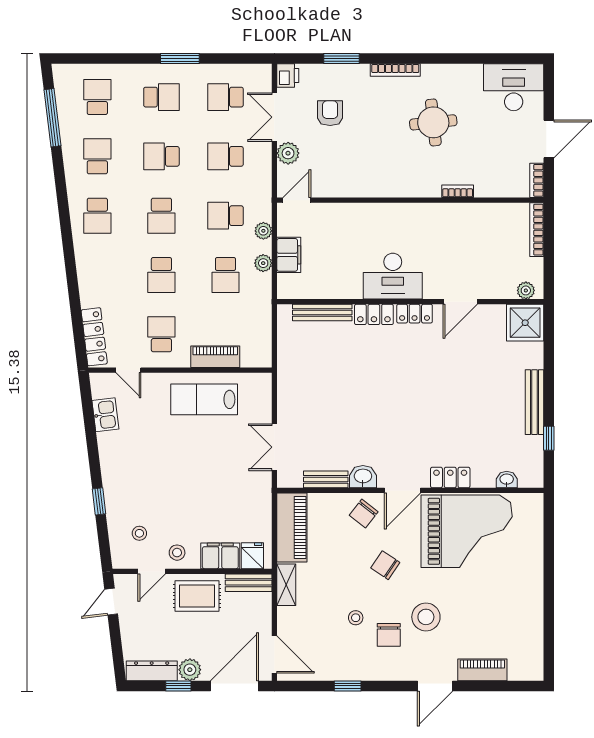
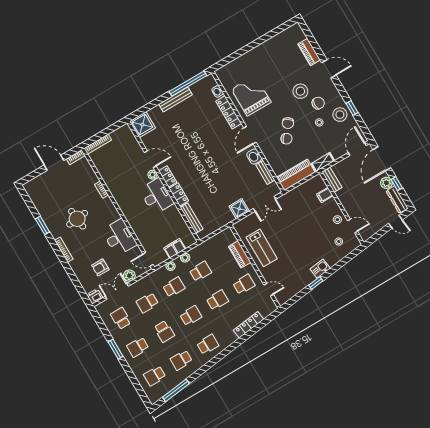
window: (342, 58) -> (42, 225), moved
desk: (514, 87) -> (119, 237), moved, turned 180
school desk: (161, 97) -> (138, 347), turned -90
school desk: (225, 97) -> (121, 318), turned 180
double door: (274, 117) -> (117, 291), swing flipped
school desk: (225, 156) -> (147, 303), turned 90
school desk: (225, 216) -> (174, 287), turned -90
plant: (526, 290) -> (153, 175), moved
school desk: (161, 334) -> (244, 284), turned 180
locker: (94, 337) -> (249, 325), moved
door: (128, 370) -> (269, 290), hinge flipped
shower: (291, 400) -> (239, 209), added
kitchen sink: (105, 415) -> (320, 269), moved
window: (549, 438) -> (188, 84), width x3.17
locker: (450, 478) -> (229, 112), width x1.53
door: (403, 490) -> (250, 135), swing flipped
window: (99, 501) -> (316, 283), moved
chair: (364, 513) -> (287, 139), moved
grand piano: (467, 531) -> (251, 96), width x0.73, depth x0.68
filing cabinet: (220, 556) -> (325, 195), width x0.50
fridge: (252, 556) -> (319, 185), removed
rug: (197, 596) -> (352, 199), removed
door: (111, 602) -> (395, 222), moved
stool: (348, 660) -> (340, 115), added
door: (234, 686) -> (382, 159), hinge flipped

